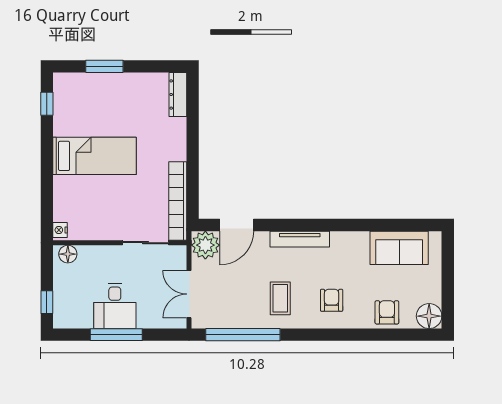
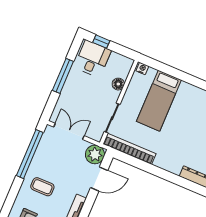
bed: (94, 156) -> (159, 101), moved
door: (237, 225) -> (99, 179), swing flipped
floor lamp: (68, 254) -> (118, 84), moved
desk: (115, 306) -> (93, 59), moved, turned 90

